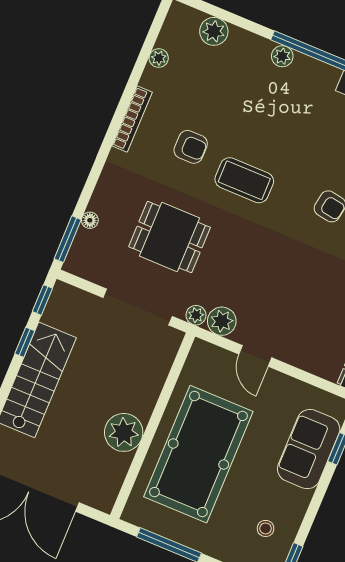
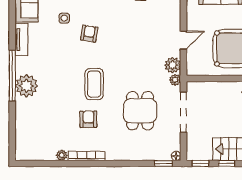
plant: (214, 31) -> (23, 132), removed
plant: (282, 56) -> (26, 86), width x1.88, depth x1.88
plant: (159, 58) -> (62, 155), moved
floor lamp: (90, 220) -> (176, 156), moved
window: (68, 239) -> (163, 163), width x0.67

